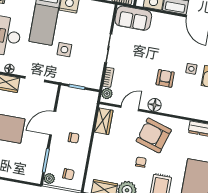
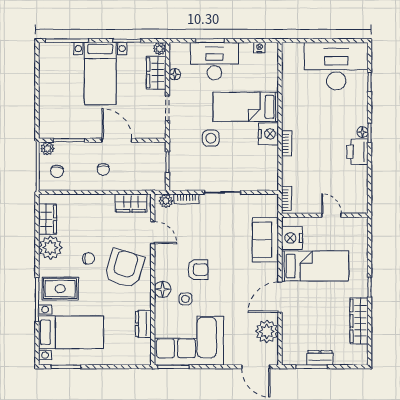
sofa: (133, 18) -> (265, 240), moved
side table: (191, 69) -> (185, 299), moved
floor lamp: (155, 105) -> (163, 289), moved

